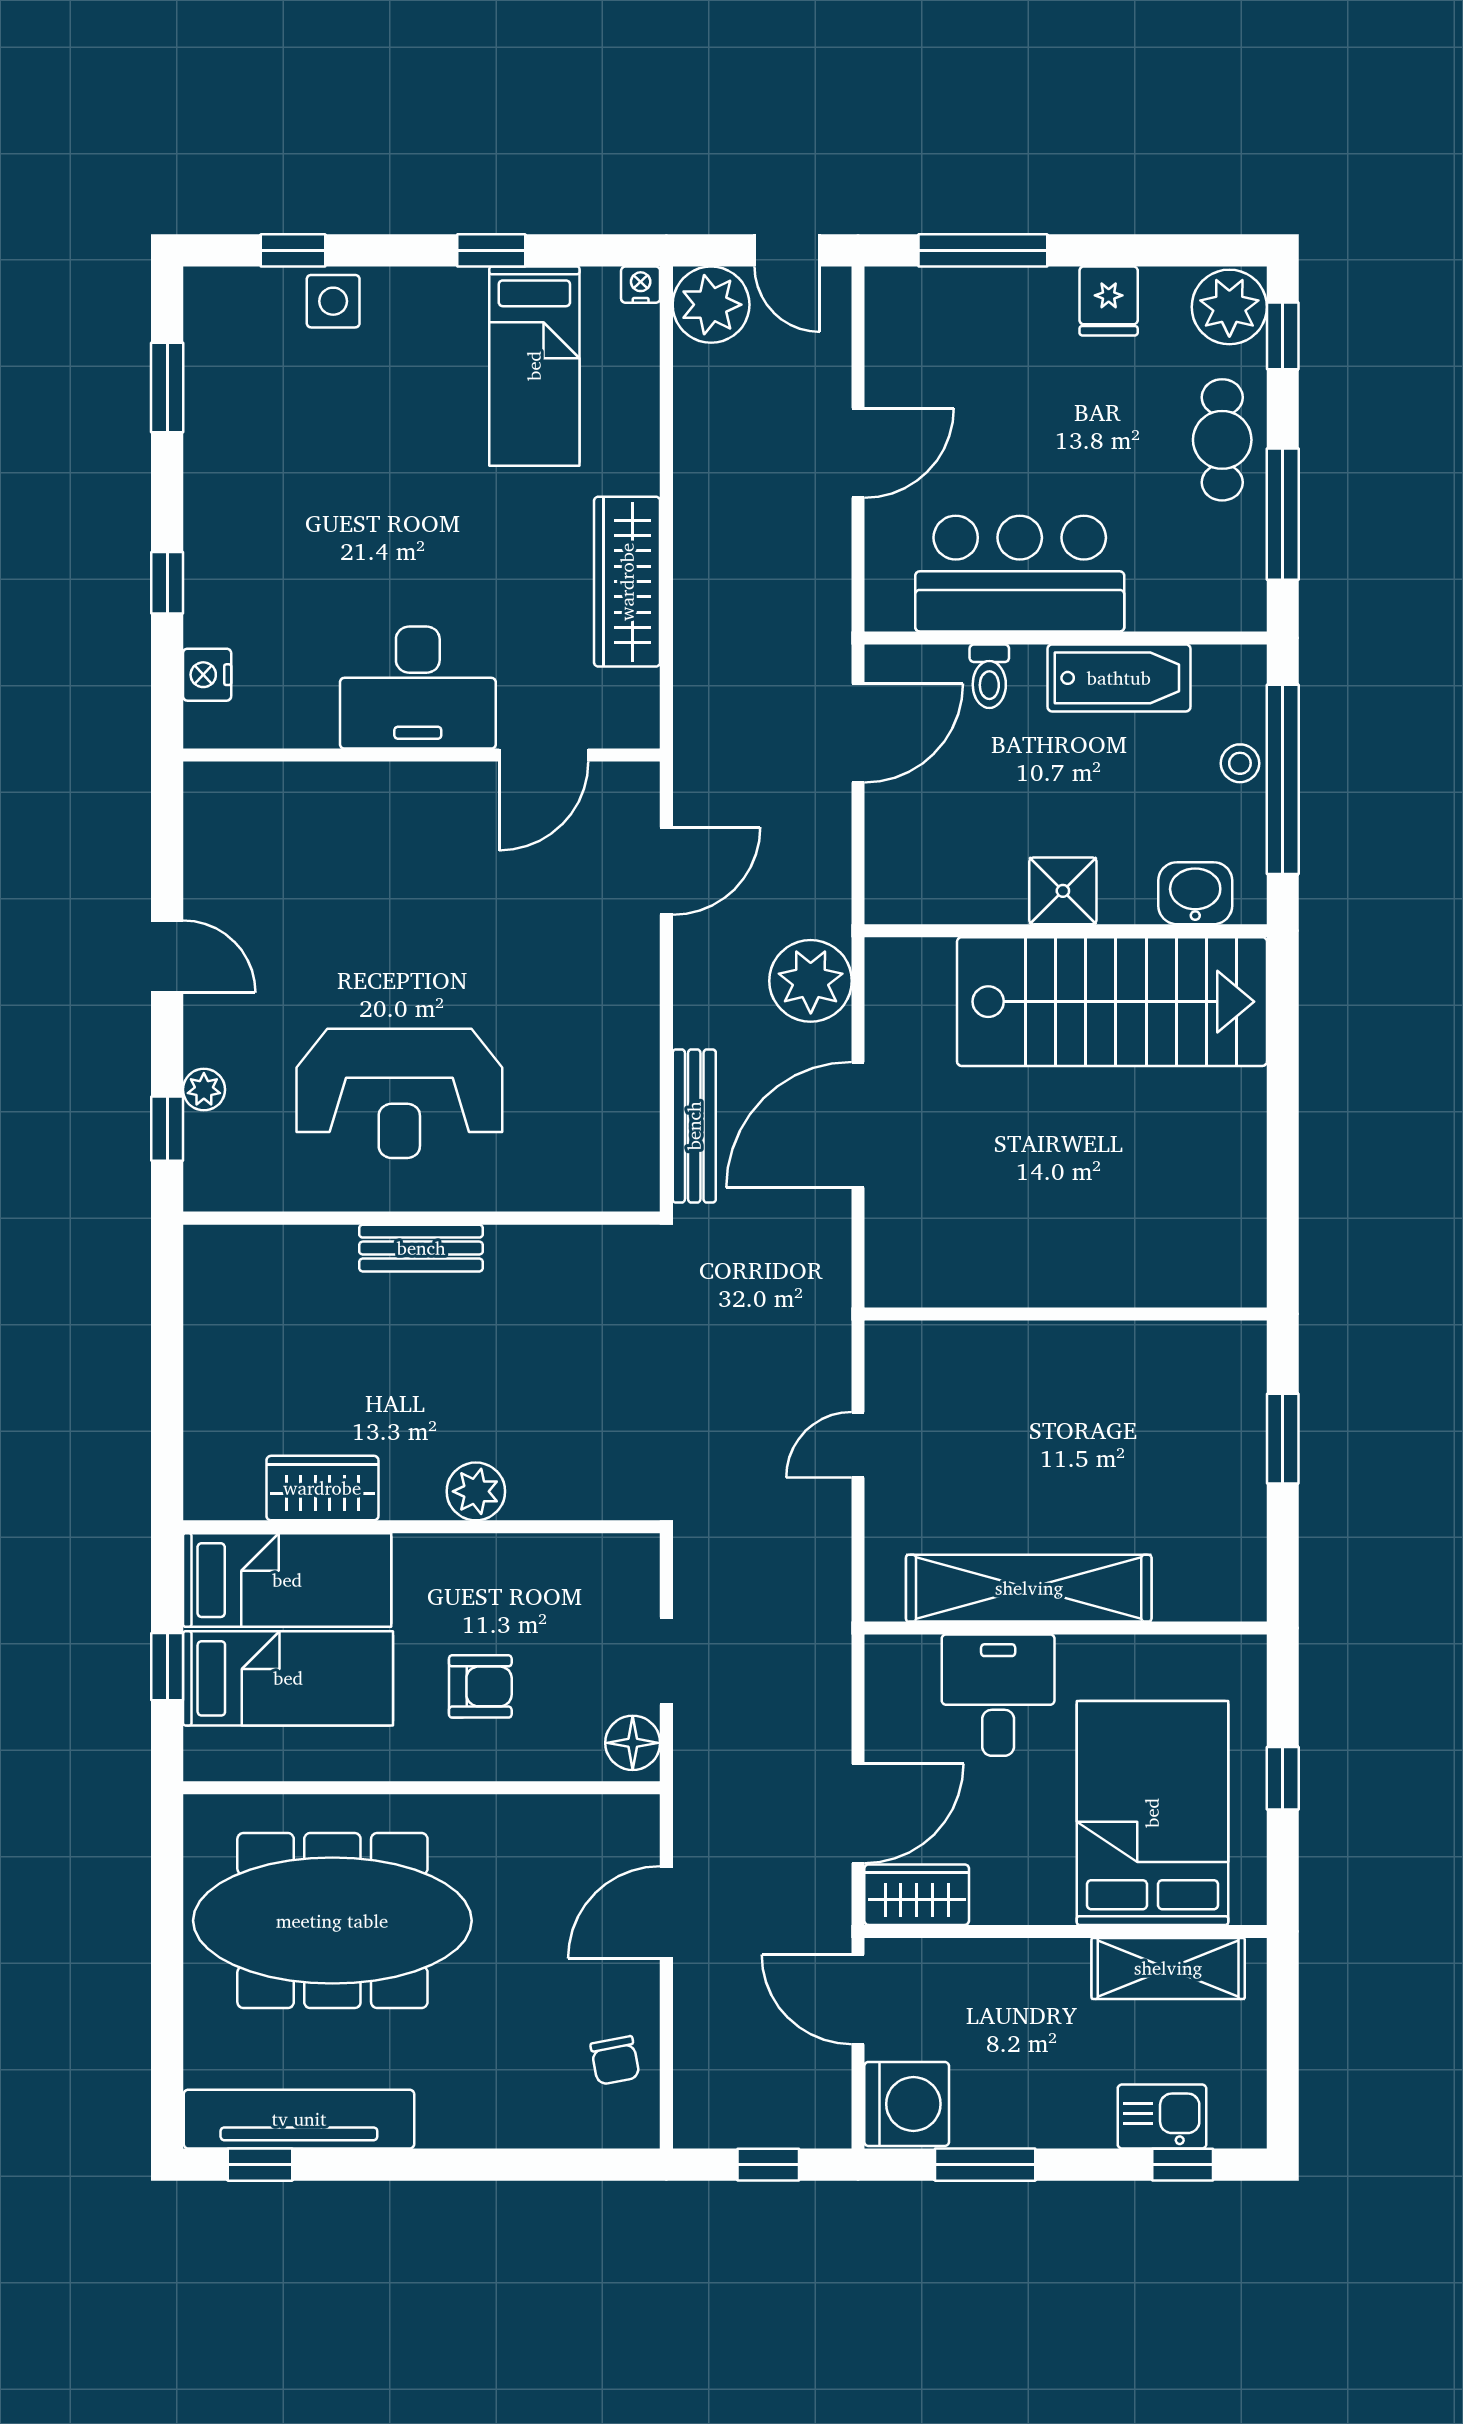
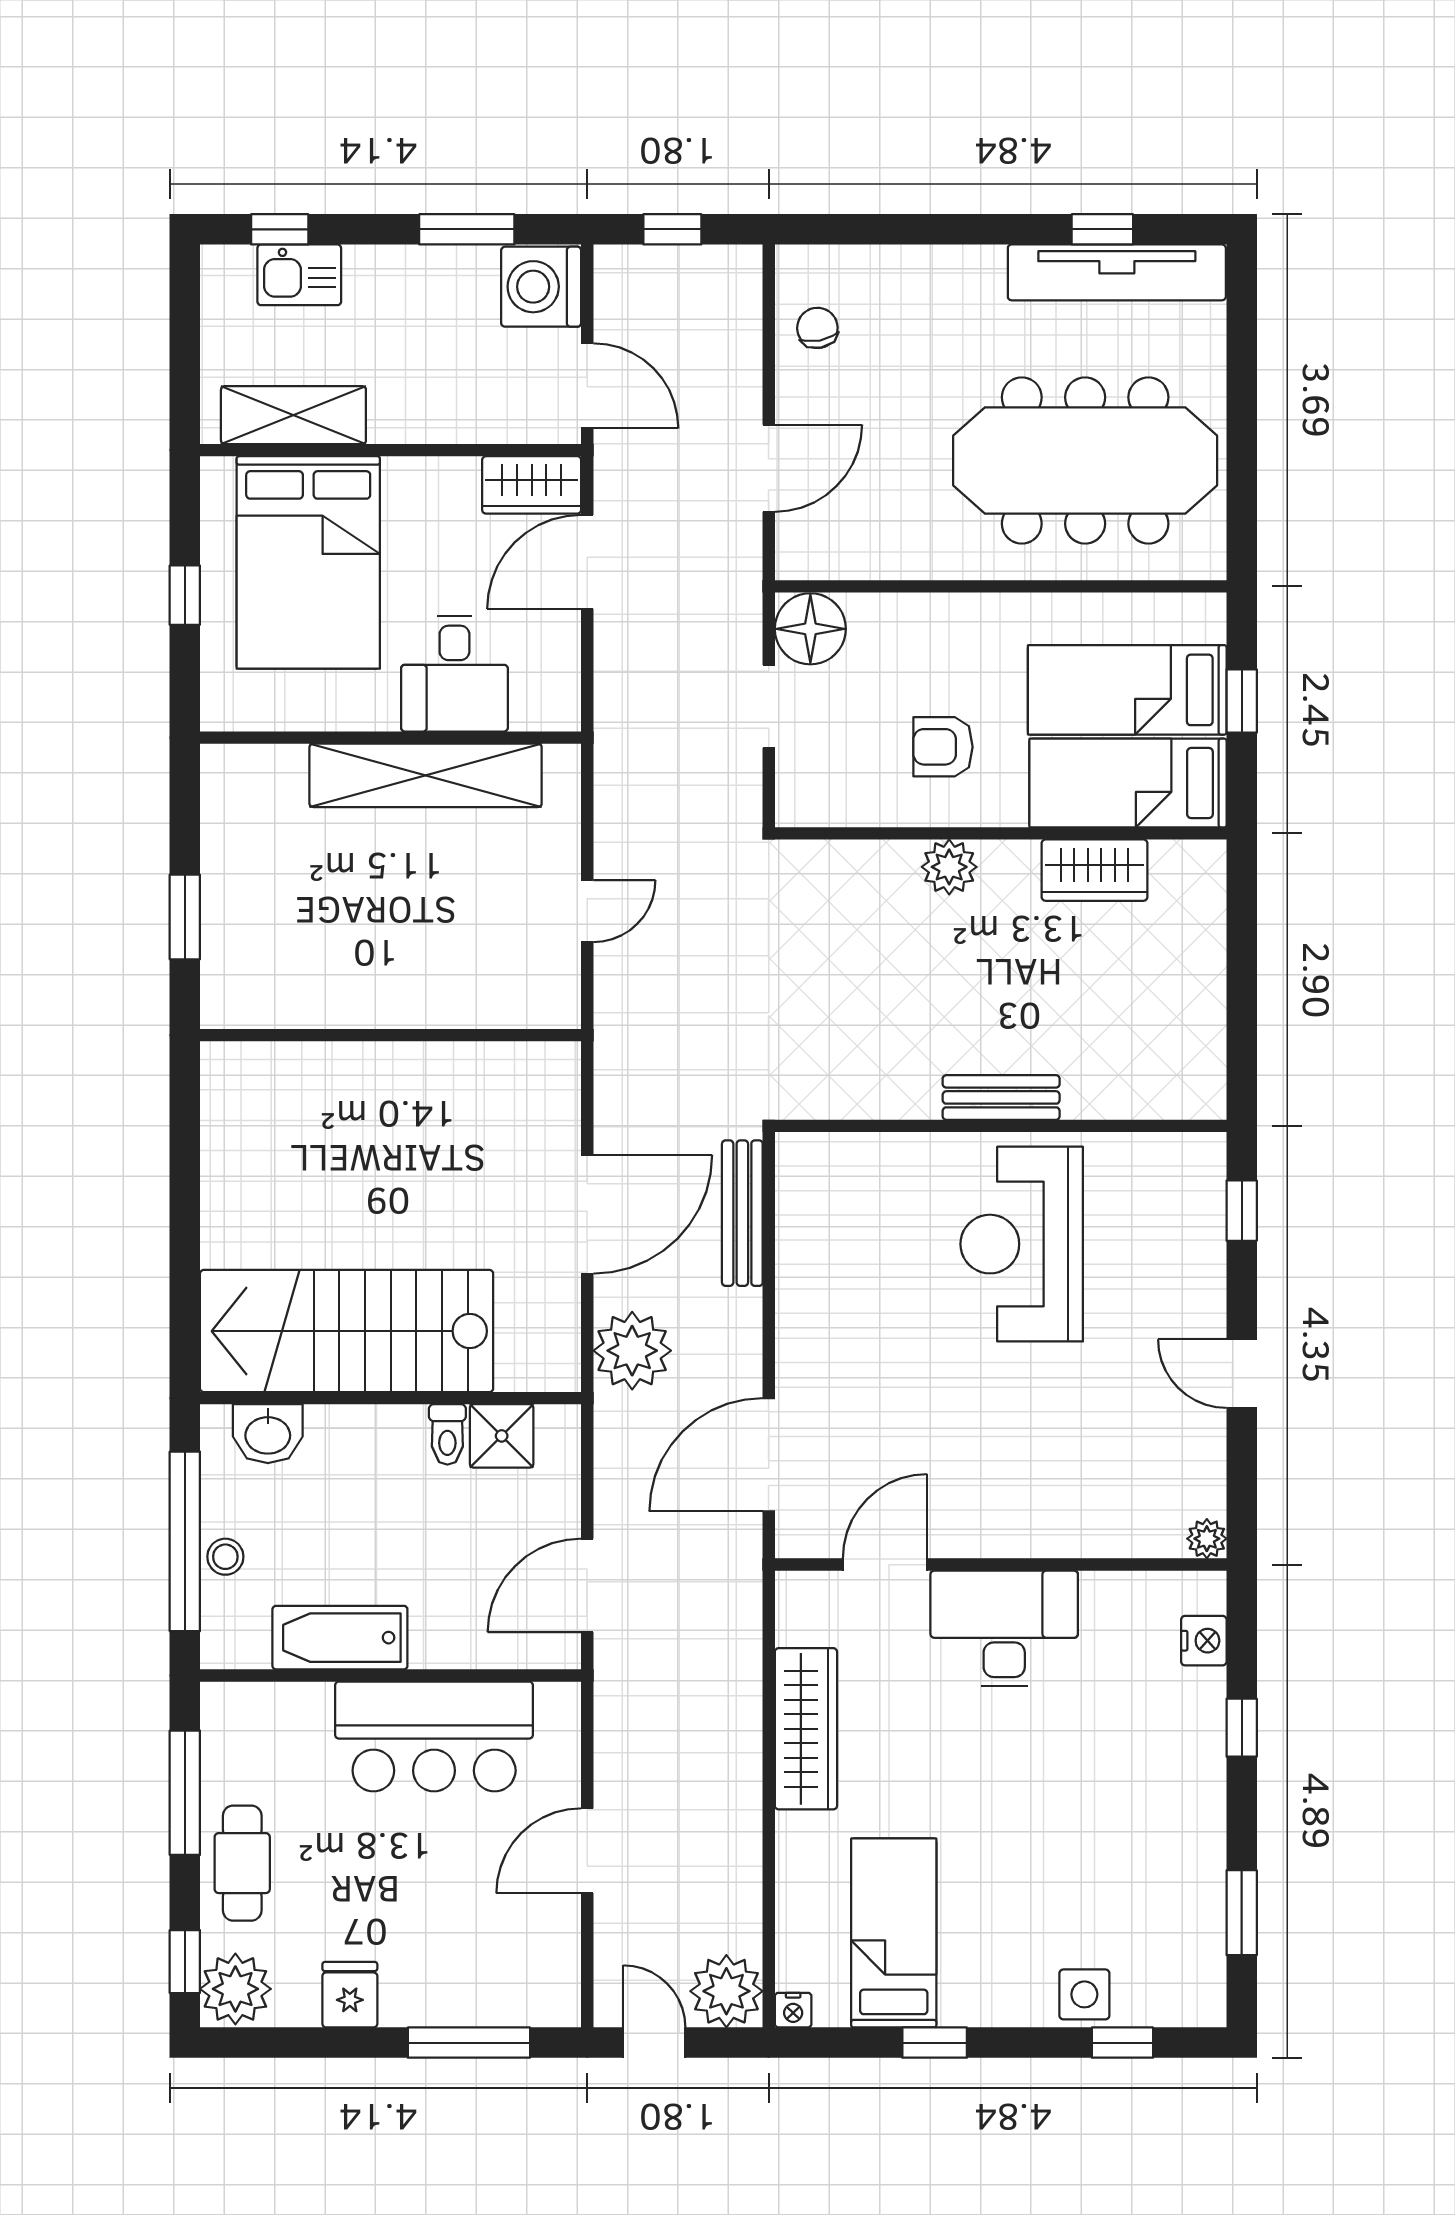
toilet: (989, 676) -> (447, 1434), moved, turned 180
door: (666, 871) -> (769, 1455), width x1.36
shower: (1063, 891) -> (502, 1436), moved
plant: (204, 1090) -> (1207, 1539), moved
reception desk: (399, 1093) -> (1022, 1244), turned -90
armchair: (480, 1686) -> (943, 747), moved
floor lamp: (633, 1743) -> (810, 629), width x1.38, depth x1.38
window: (260, 2165) -> (1102, 229), moved

